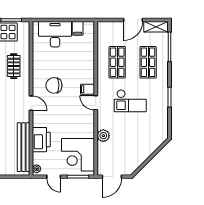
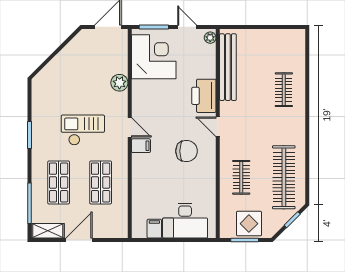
printer: (41, 140) -> (204, 96), moved

